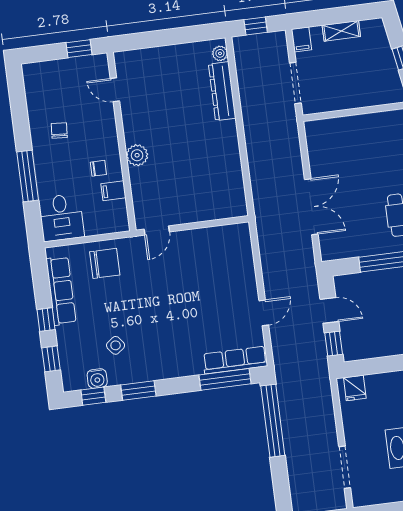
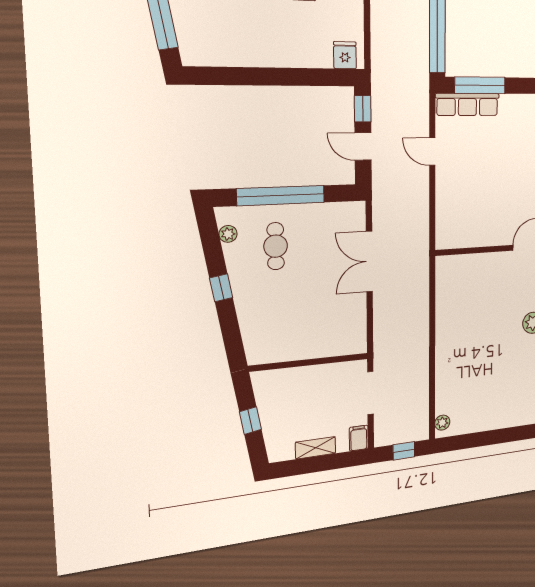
dresser: (222, 91) -> (445, 385), removed
door: (264, 313) -> (432, 152), hinge flipped

